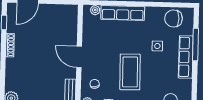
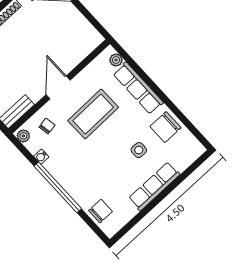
chair: (174, 18) -> (166, 127), moved, turned -90
window: (196, 45) -> (175, 184), removed
coffee table: (130, 72) -> (93, 114), moved

